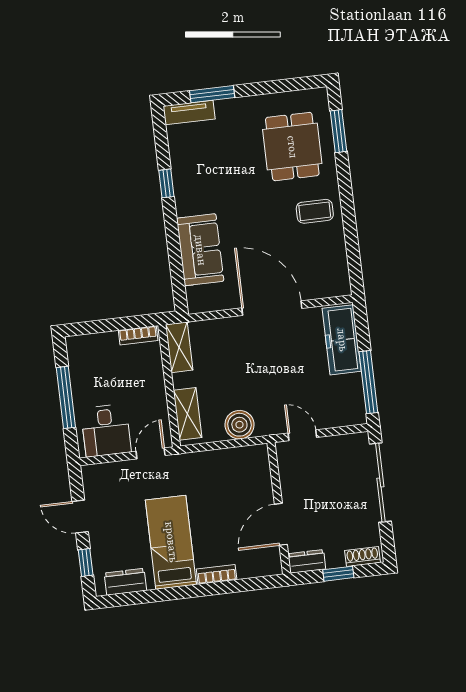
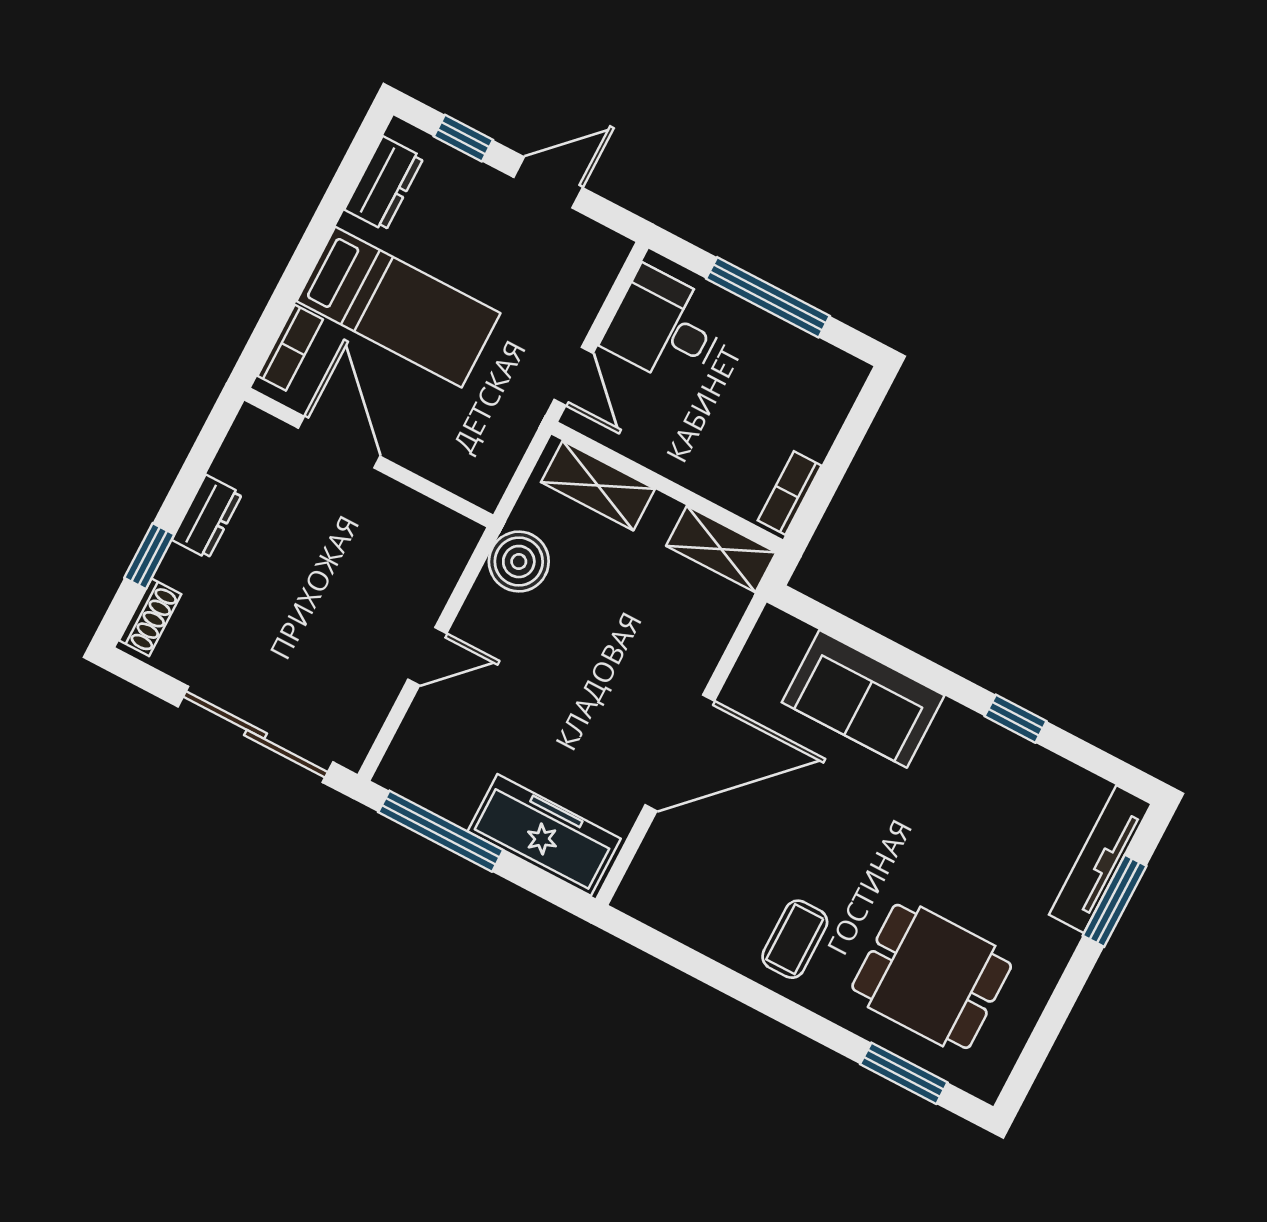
tv unit: (189, 112) -> (1100, 859), width x1.41
wall: (279, 508) -> (369, 458), moved
door: (281, 524) -> (339, 442), moved

